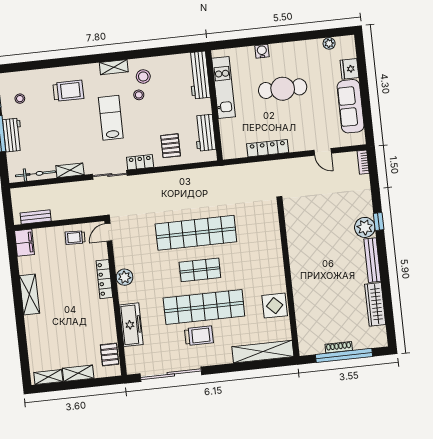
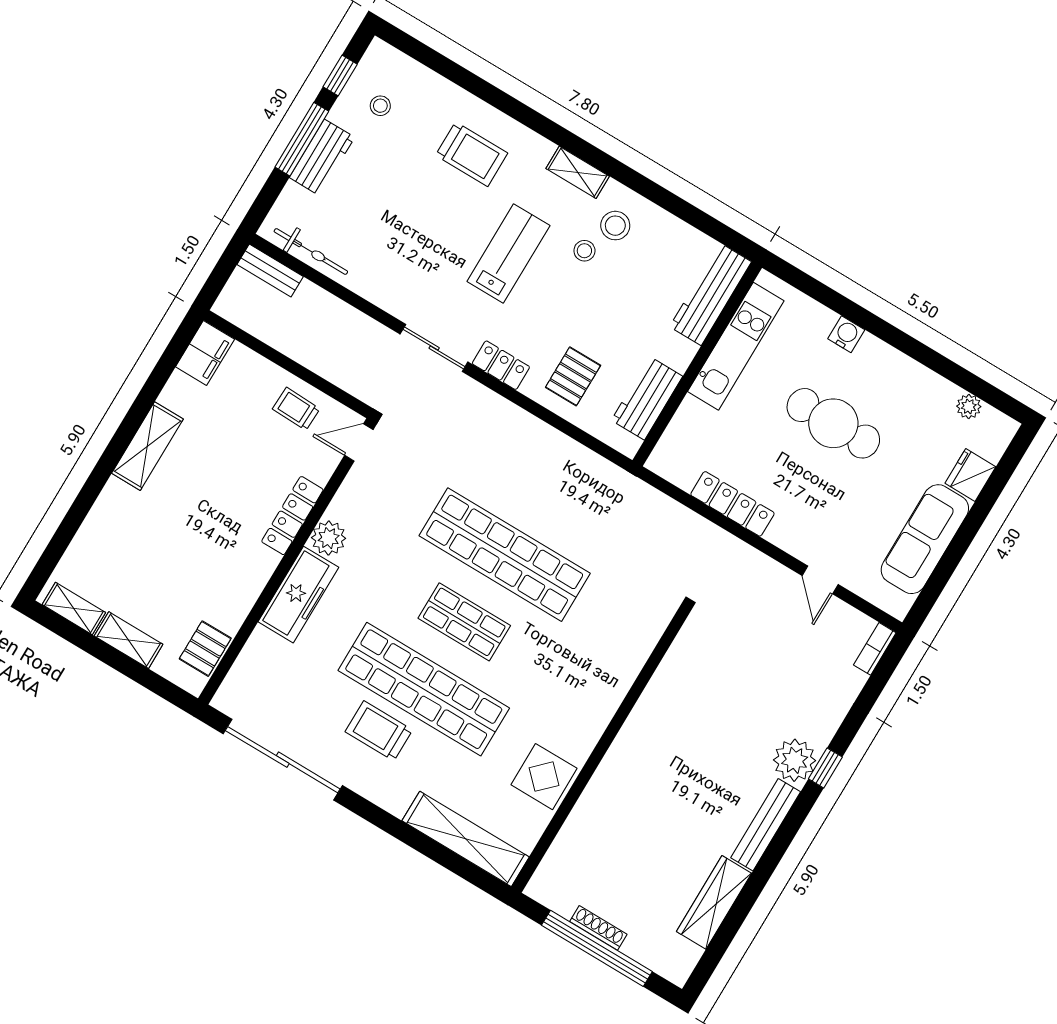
shelving: (70, 170) -> (373, 289), removed
bench: (36, 217) -> (270, 270), moved
freezer: (131, 325) -> (298, 595), moved
trolley: (199, 336) -> (379, 731), turned 180

